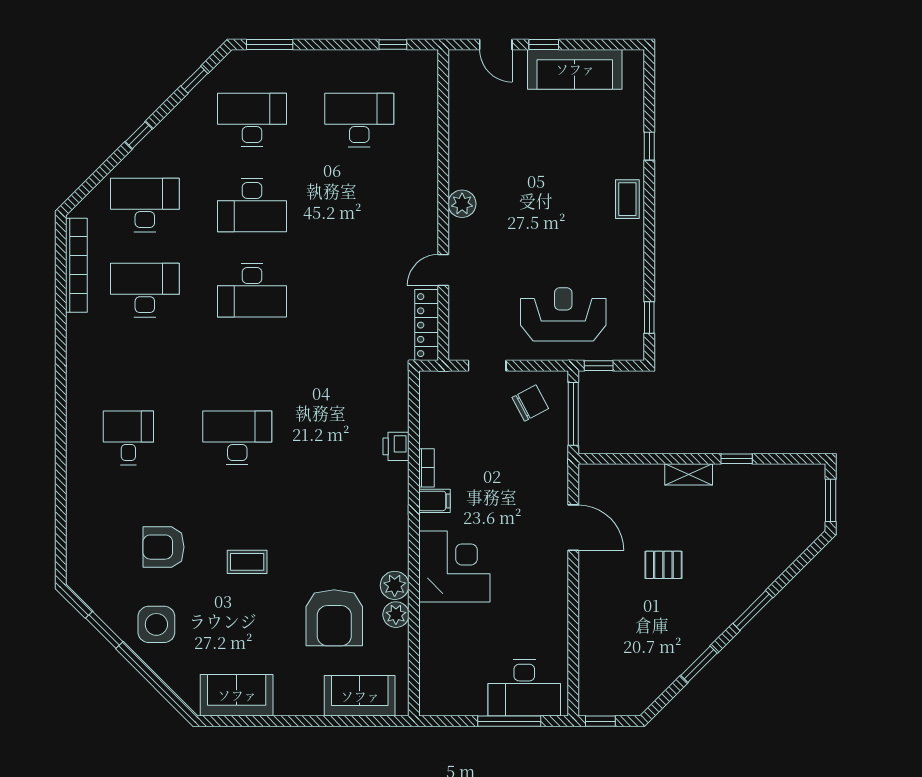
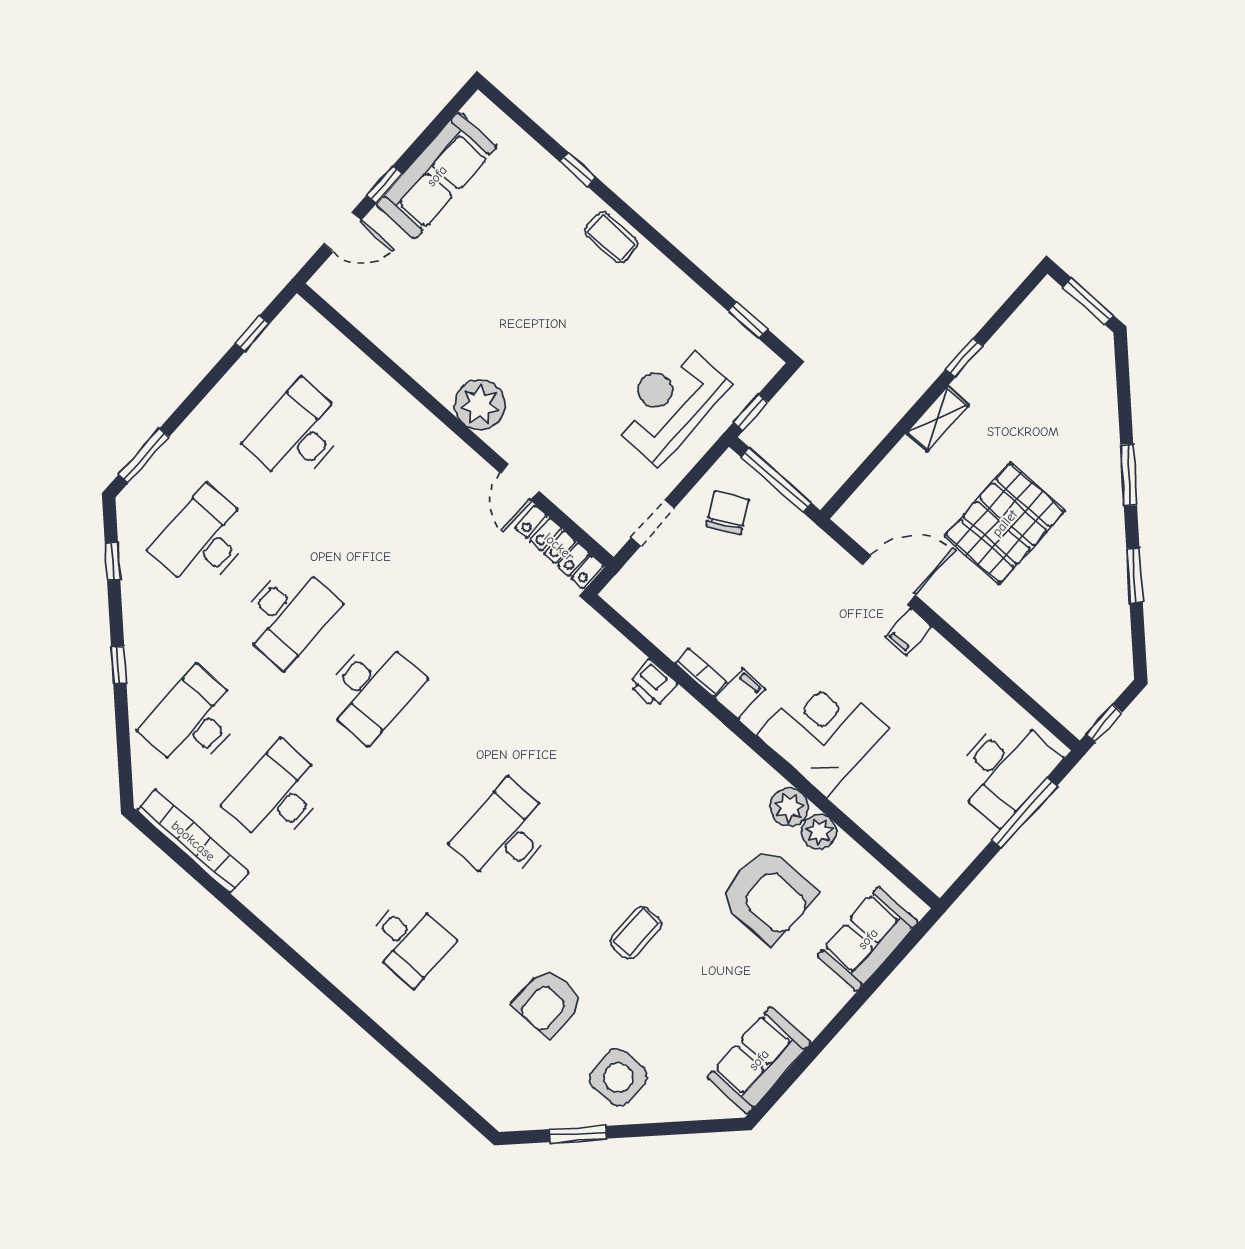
plant: (462, 204) -> (480, 405), width x1.36, depth x1.36
desk: (128, 438) -> (409, 941), turned 180
filing cabinet: (554, 565) -> (908, 631), added
pallet: (663, 565) -> (1005, 523), width x2.05, depth x2.00

